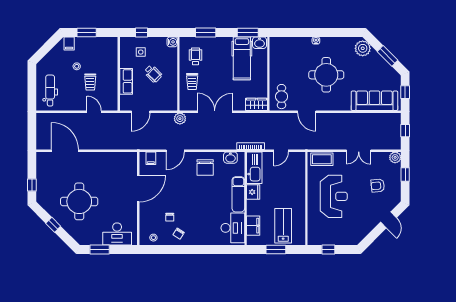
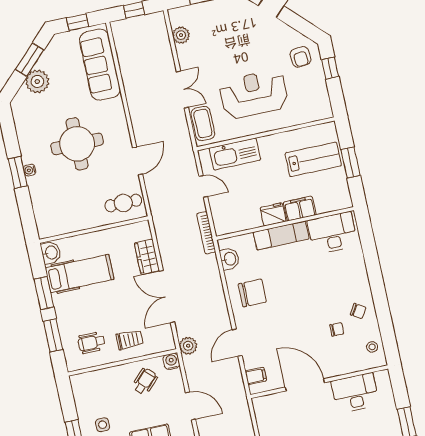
window: (248, 32) -> (44, 293), moved
window: (316, 32) -> (18, 172), added
water cooler: (172, 42) -> (171, 361), moved
plant: (363, 48) -> (37, 82), moved
wheelchair: (153, 74) -> (145, 381), moved
wardrobe: (256, 104) -> (147, 257), moved
door: (175, 151) -> (237, 343), swing flipped
double door: (359, 151) -> (182, 89), moved
plant: (395, 157) -> (181, 35), moved
kitchen sink: (254, 168) -> (235, 154), moved, turned 180
armchair: (378, 186) -> (300, 57), moved
filing cabinet: (253, 226) -> (300, 209), moved
lab bench: (283, 226) -> (313, 159), turned 180
desk: (117, 234) -> (355, 393), moved, turned -90
window: (328, 249) -> (330, 68), moved

